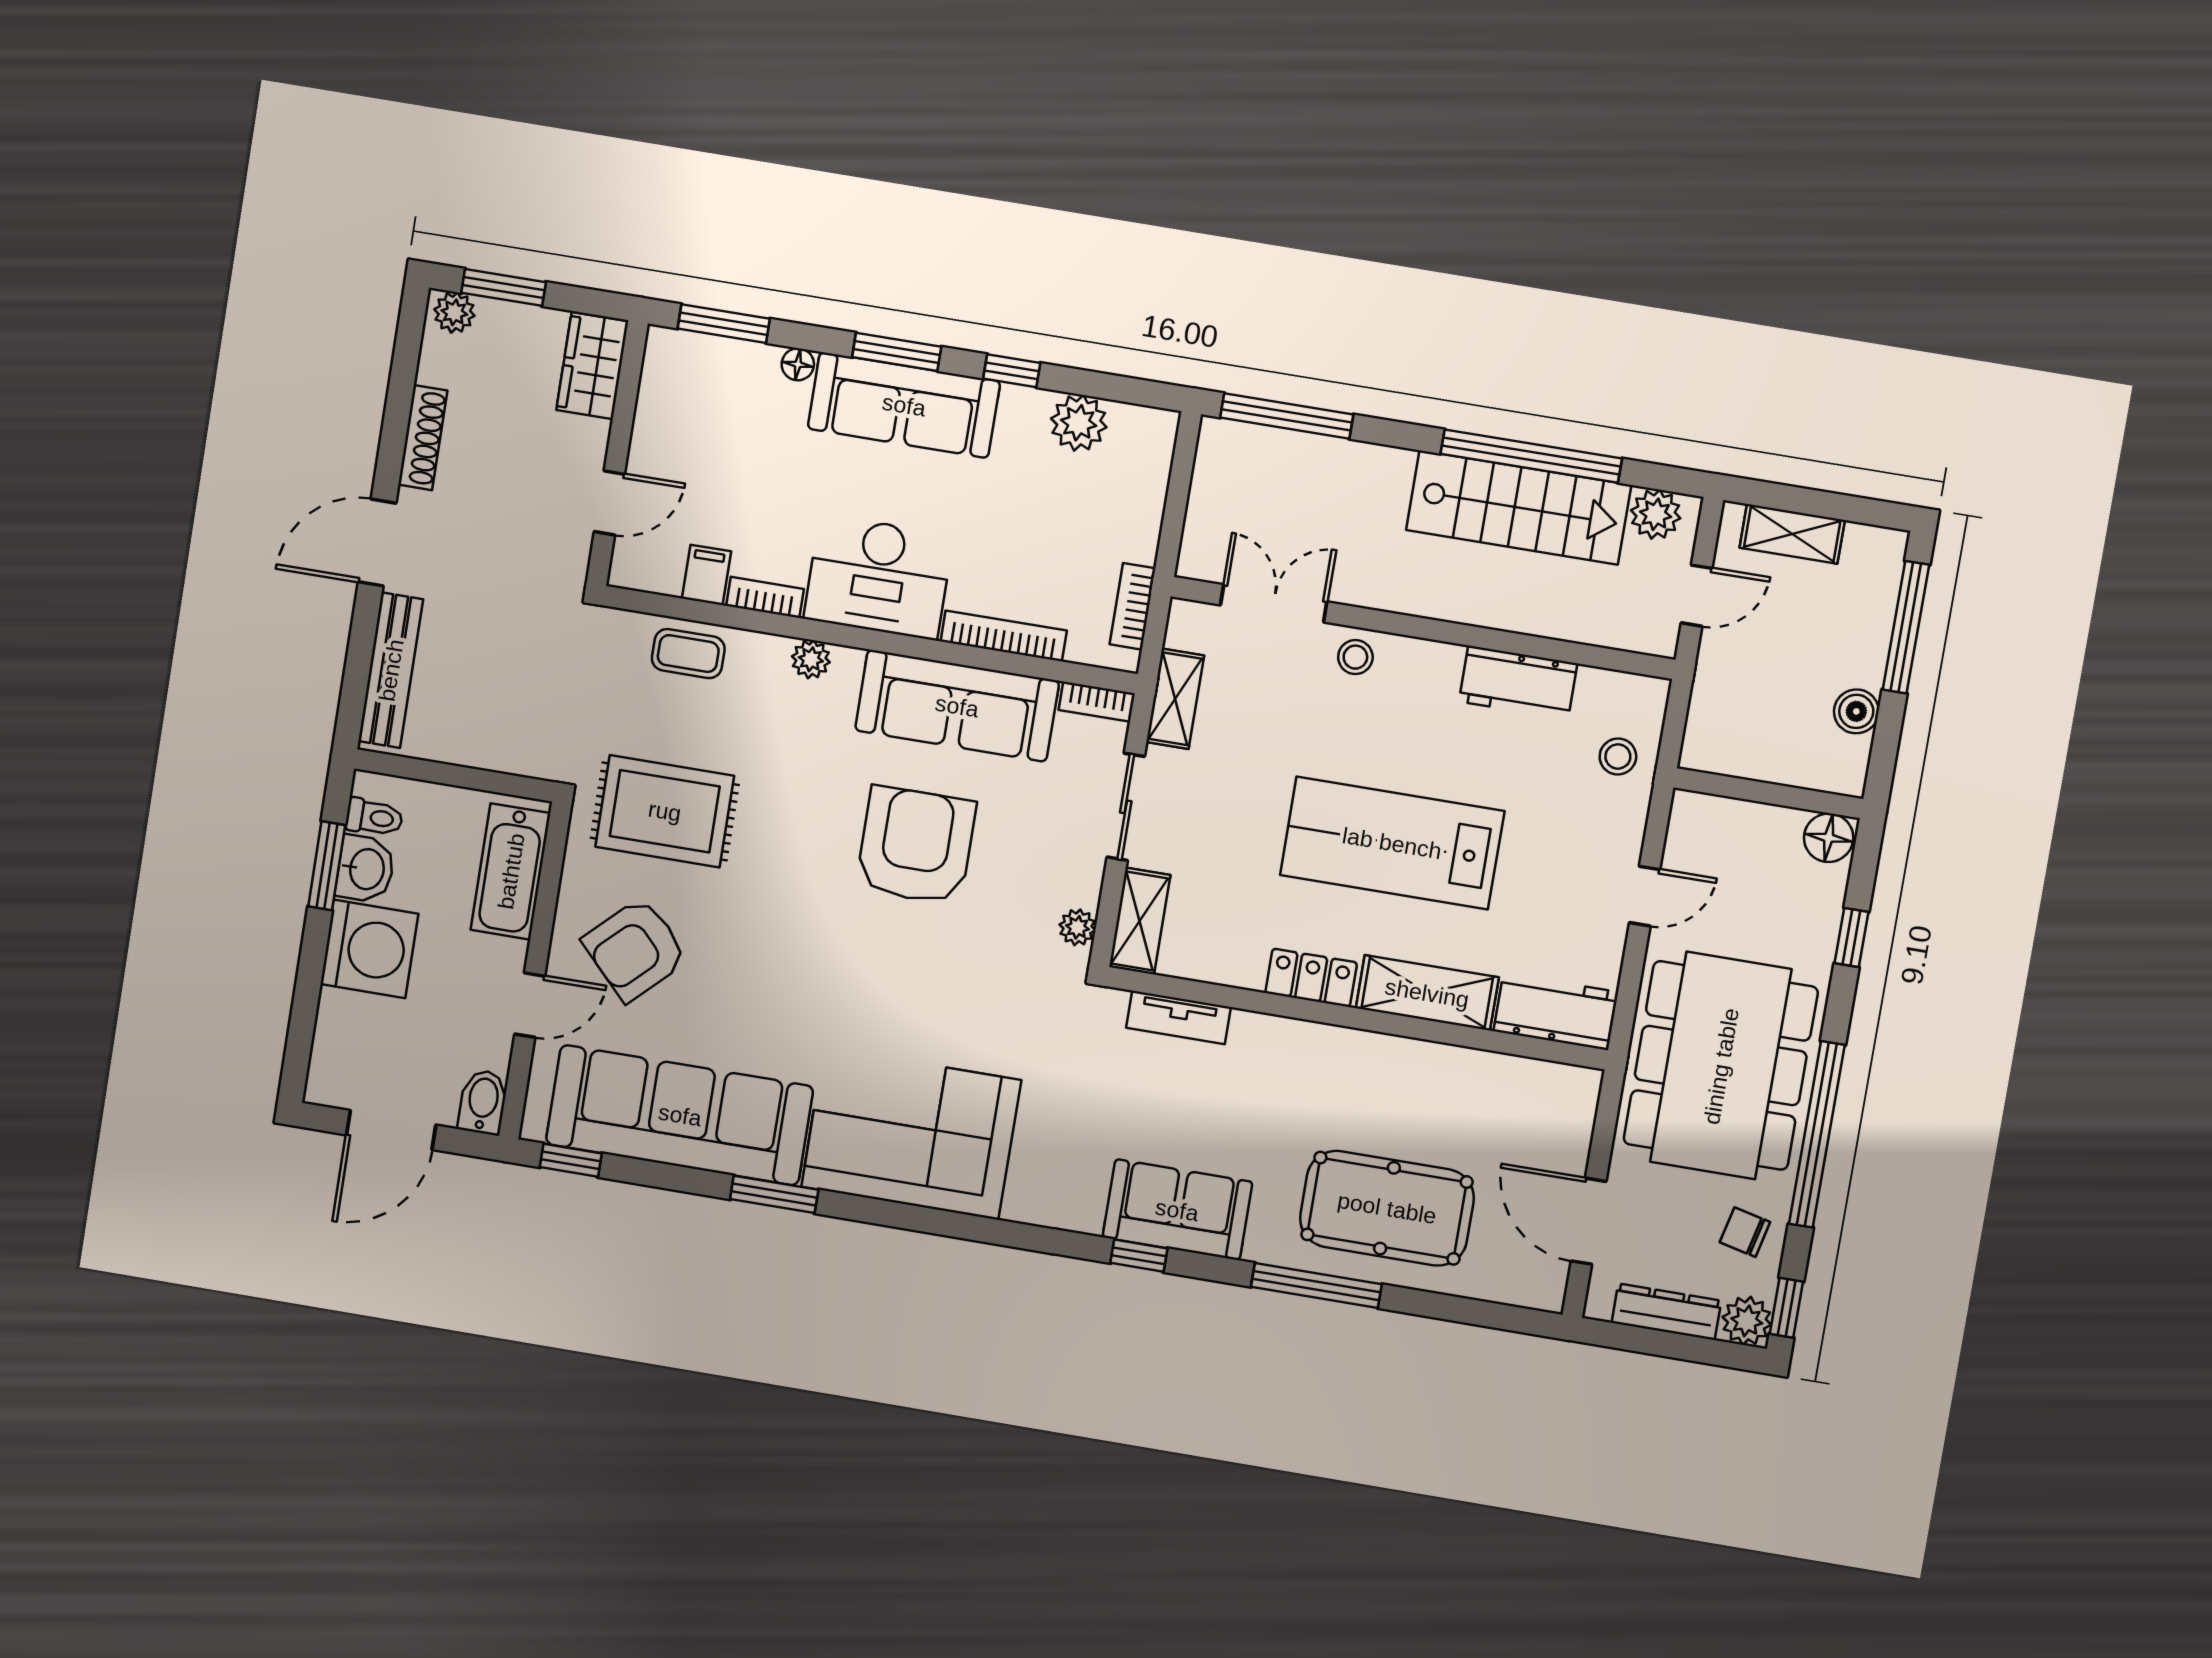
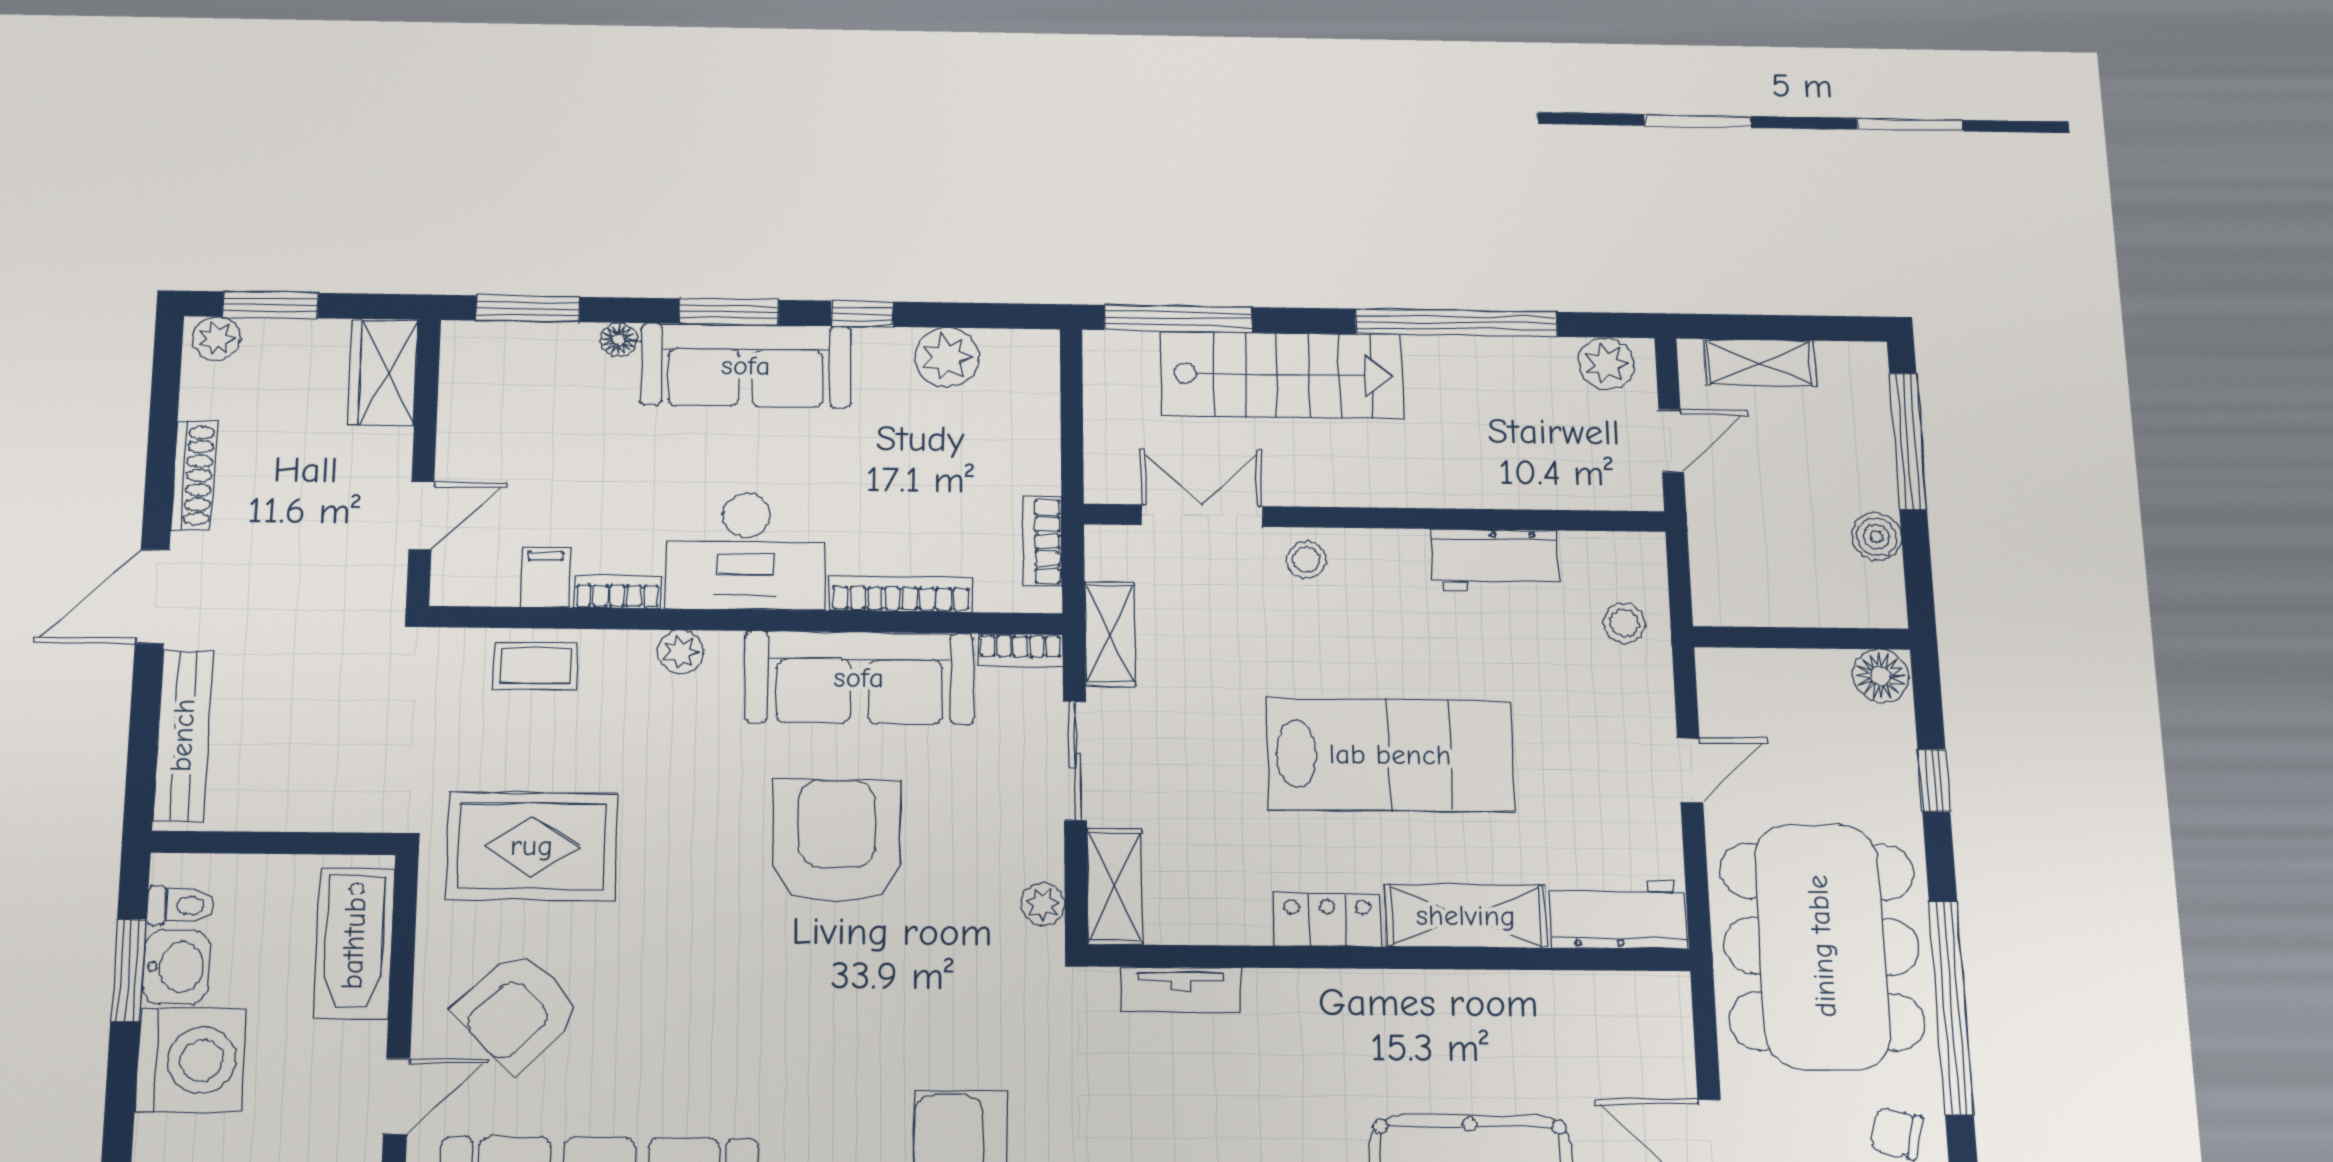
stairs: (1519, 508) -> (1282, 375), moved
lab bench: (1392, 843) -> (1390, 755), turned 180

